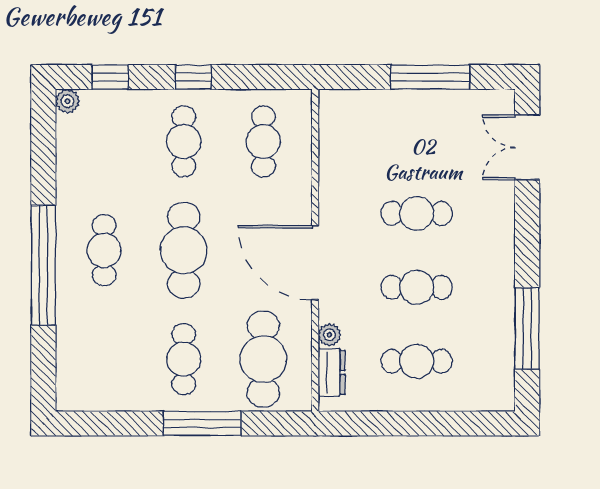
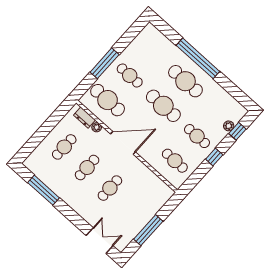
plant: (67, 101) -> (229, 126), moved
cafe table: (104, 250) -> (185, 81), width x1.37, depth x1.35

